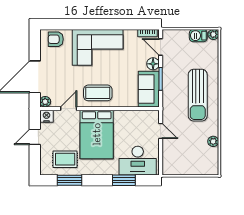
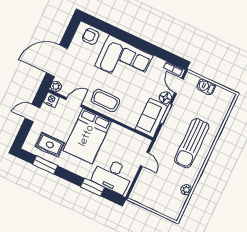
plant: (213, 34) -> (230, 97), removed
barbecue: (198, 36) -> (206, 87), moved

